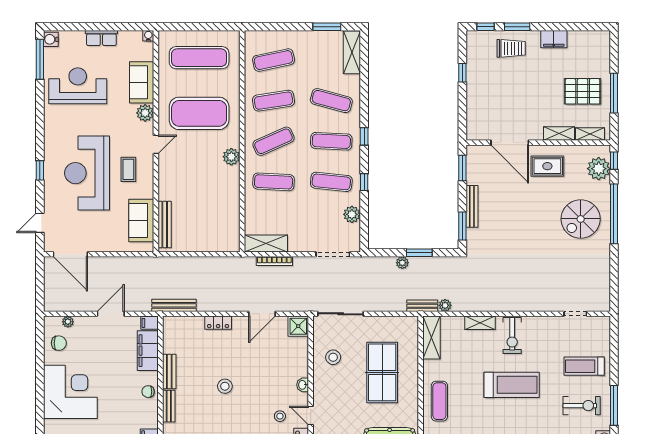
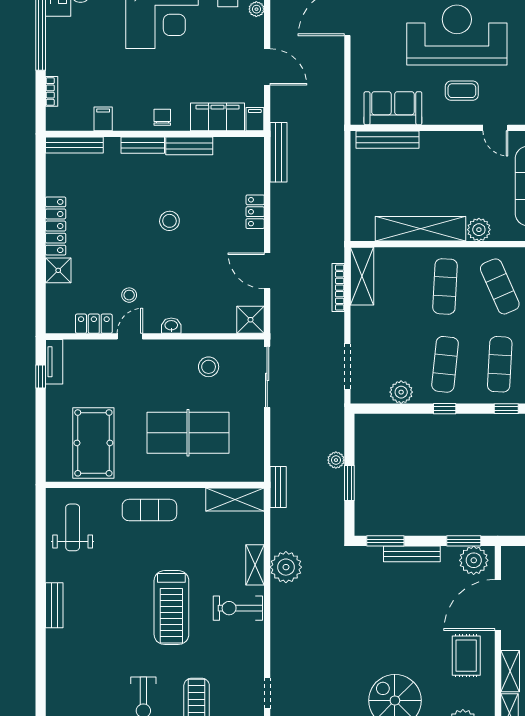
plant: (477, 161) -> (474, 560), added
shelving: (231, 200) -> (421, 229), added
plant: (445, 305) -> (286, 567), moved, width x1.88, depth x1.88

